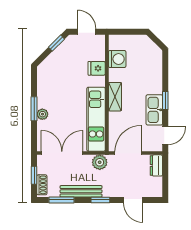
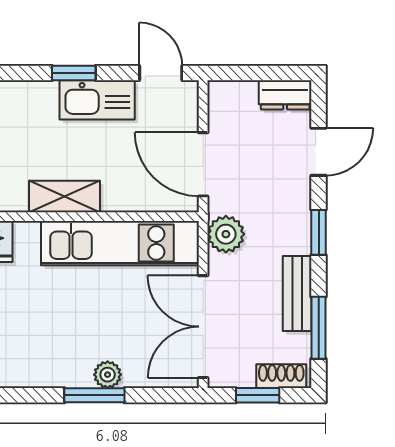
dresser: (156, 165) -> (285, 95), moved
bench: (81, 191) -> (297, 294), width x0.73

